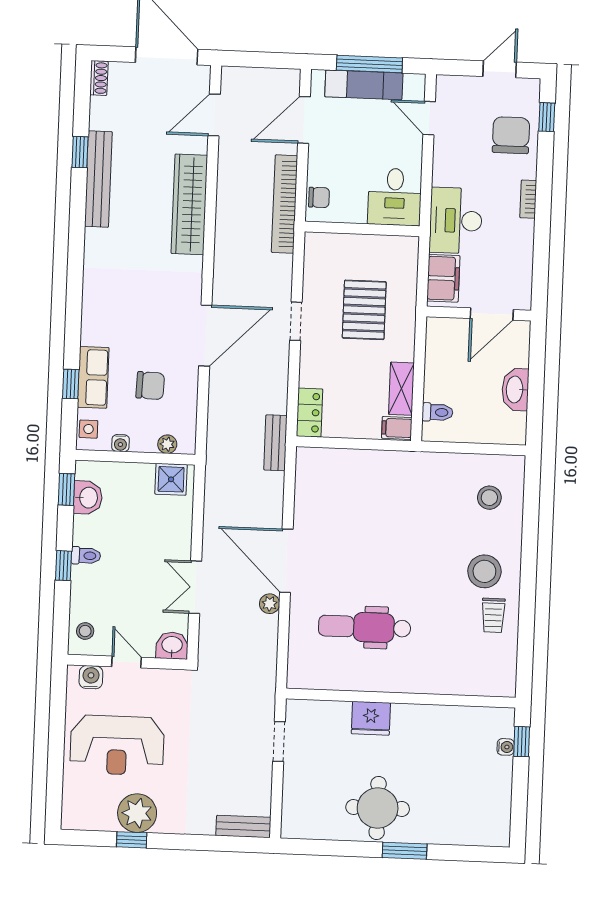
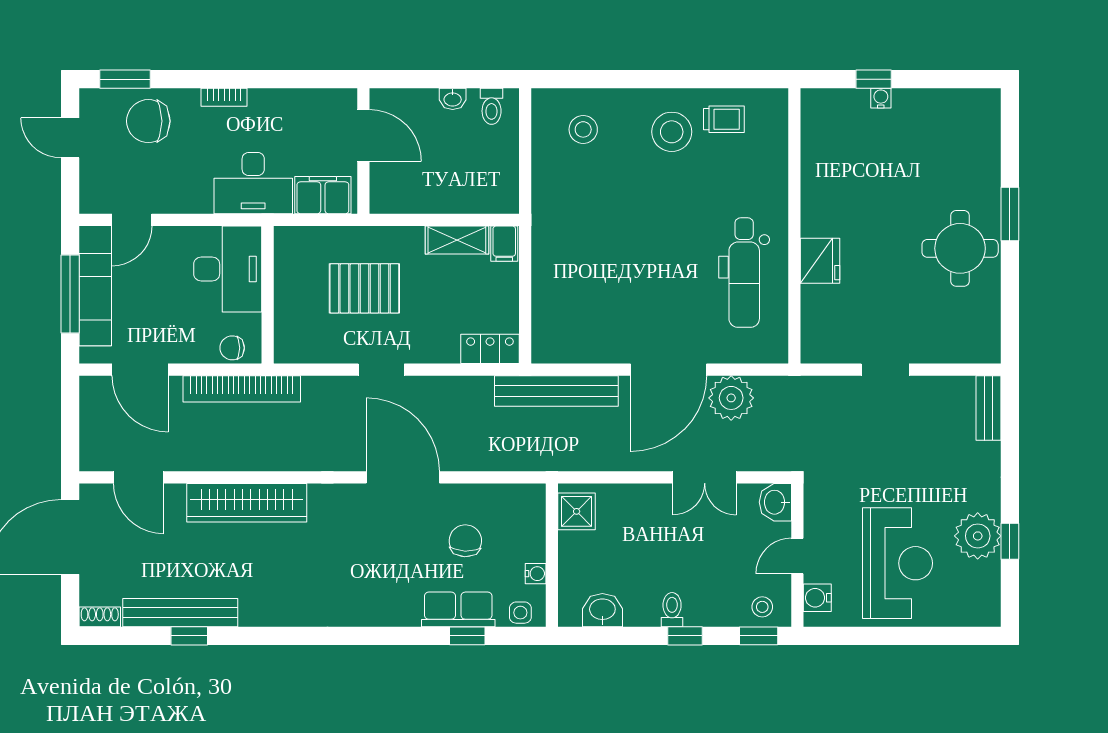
window: (547, 117) -> (125, 79), width x1.50
bench: (98, 179) -> (180, 613), moved
chair: (319, 197) -> (232, 348), turned -90
desk: (395, 197) -> (228, 269), width x1.37
washbasin: (515, 390) -> (453, 99), width x0.52, depth x0.69
toilet: (437, 412) -> (492, 106), moved, turned 180
bench: (275, 443) -> (556, 391), width x1.86, depth x1.21
plant: (167, 444) -> (535, 518), removed
window: (67, 489) -> (759, 636), moved
plant: (270, 604) -> (731, 398), width x1.88, depth x1.88
wall: (401, 698) -> (794, 226), moved
fridge: (371, 718) -> (820, 261), moved

